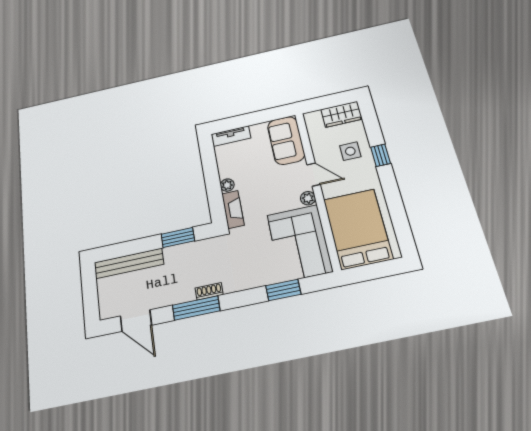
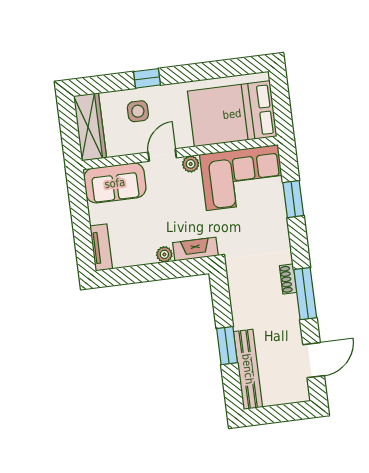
wardrobe: (341, 114) -> (90, 127), width x1.50
window: (178, 238) -> (227, 346), moved

